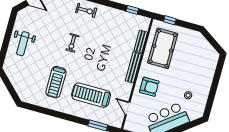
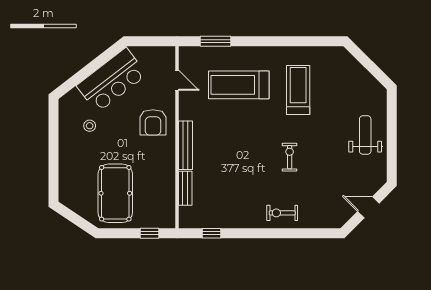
pool table: (163, 48) -> (115, 193), moved
armchair: (149, 87) -> (153, 122), turned -90
treadmill: (91, 95) -> (239, 85), turned 180

